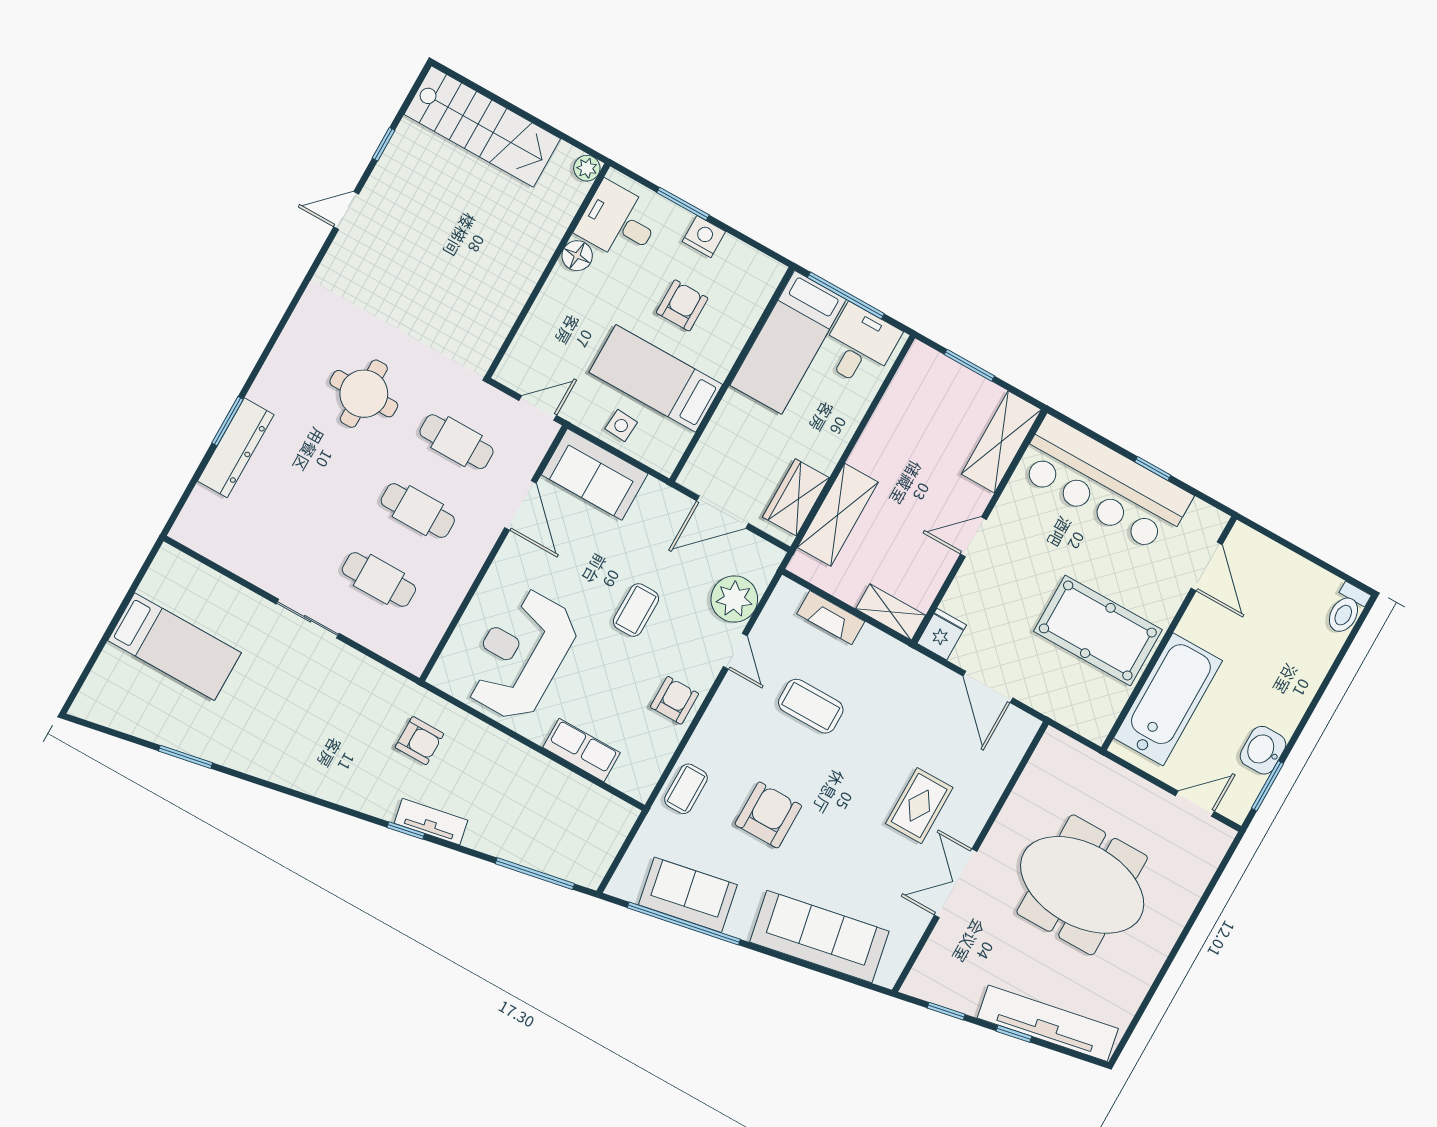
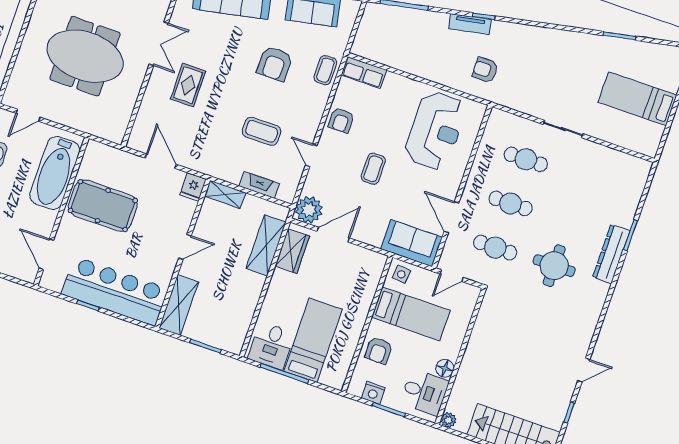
wall: (732, 374) -> (367, 324), moved
bed: (656, 378) -> (411, 314), moved
dresser: (236, 448) -> (611, 254), moved
plant: (734, 599) -> (309, 210), moved
row of seats: (582, 750) -> (364, 73), moved

